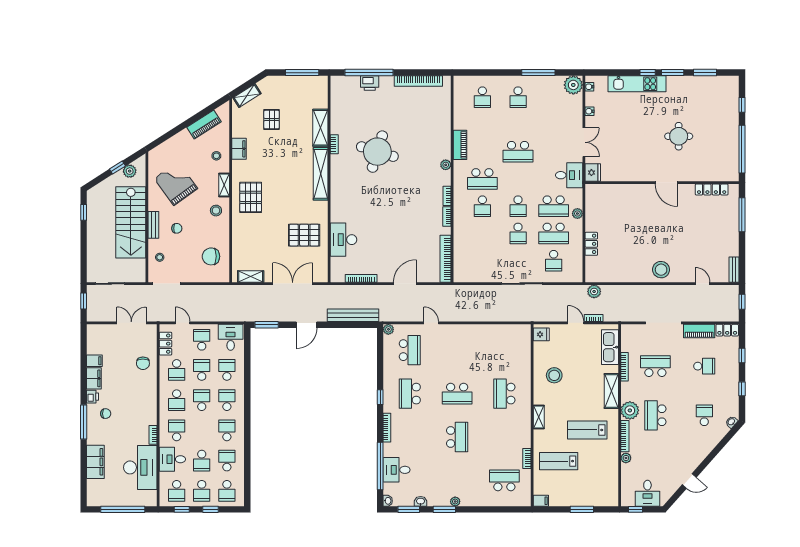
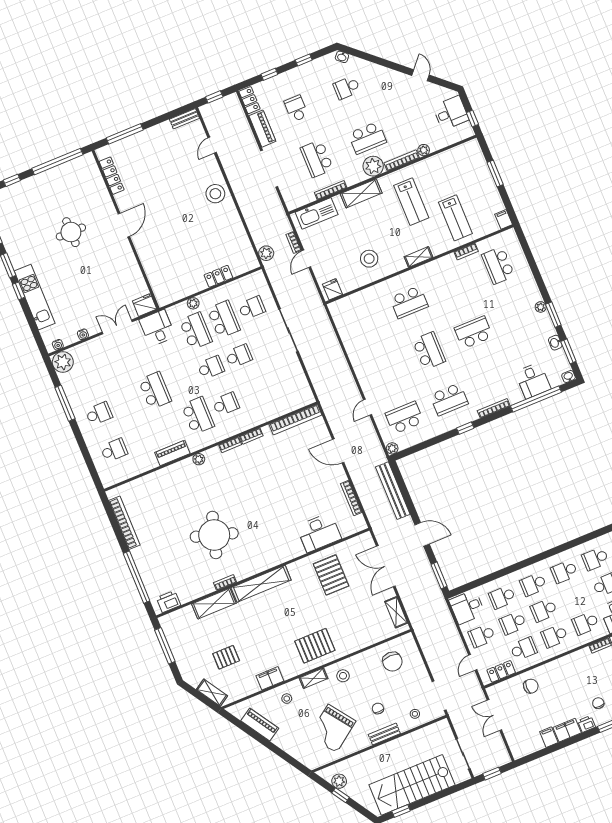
printer: (370, 83) -> (169, 601), moved, turned -90
stairs: (131, 222) -> (412, 785), moved, turned 180
school desk: (177, 400) -> (555, 636), turned 180

